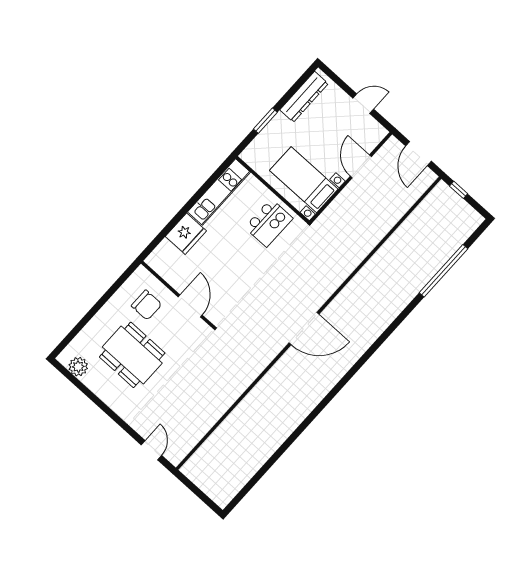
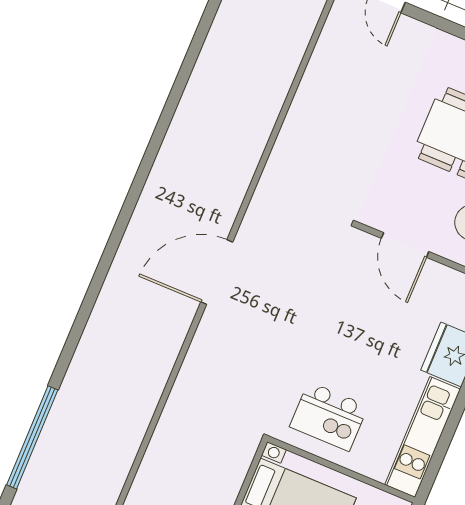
kitchen island: (269, 223) -> (329, 416), turned -90

